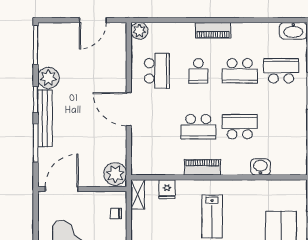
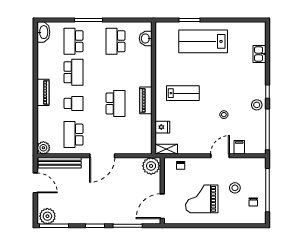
school desk: (157, 71) -> (73, 135), turned -90
plant: (48, 78) -> (47, 216), moved
bench: (45, 118) -> (60, 163), moved
school desk: (240, 127) -> (115, 41), moved
washbasin: (260, 167) -> (146, 38), moved
door: (62, 189) -> (162, 206), hinge flipped

